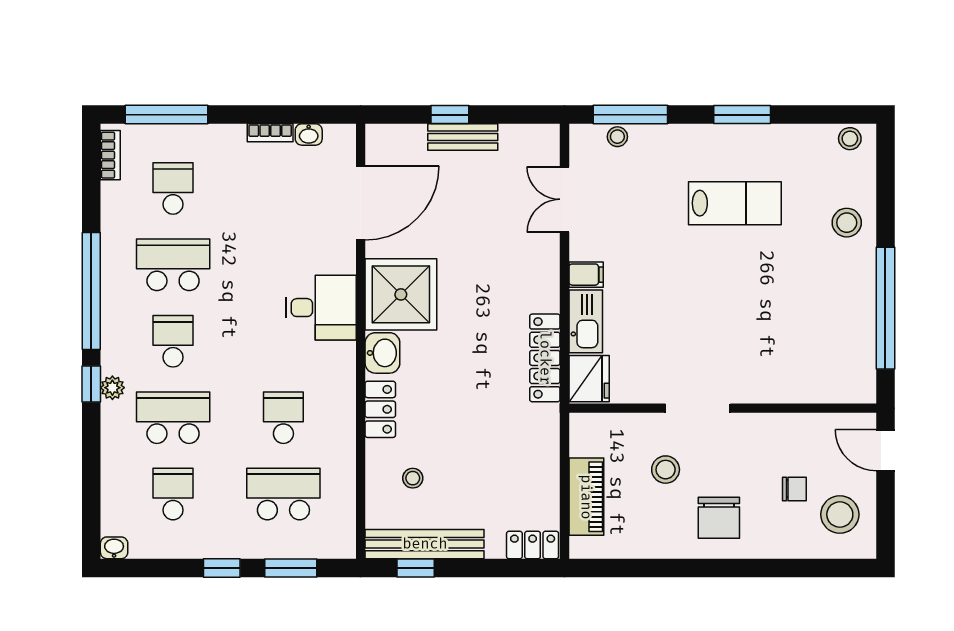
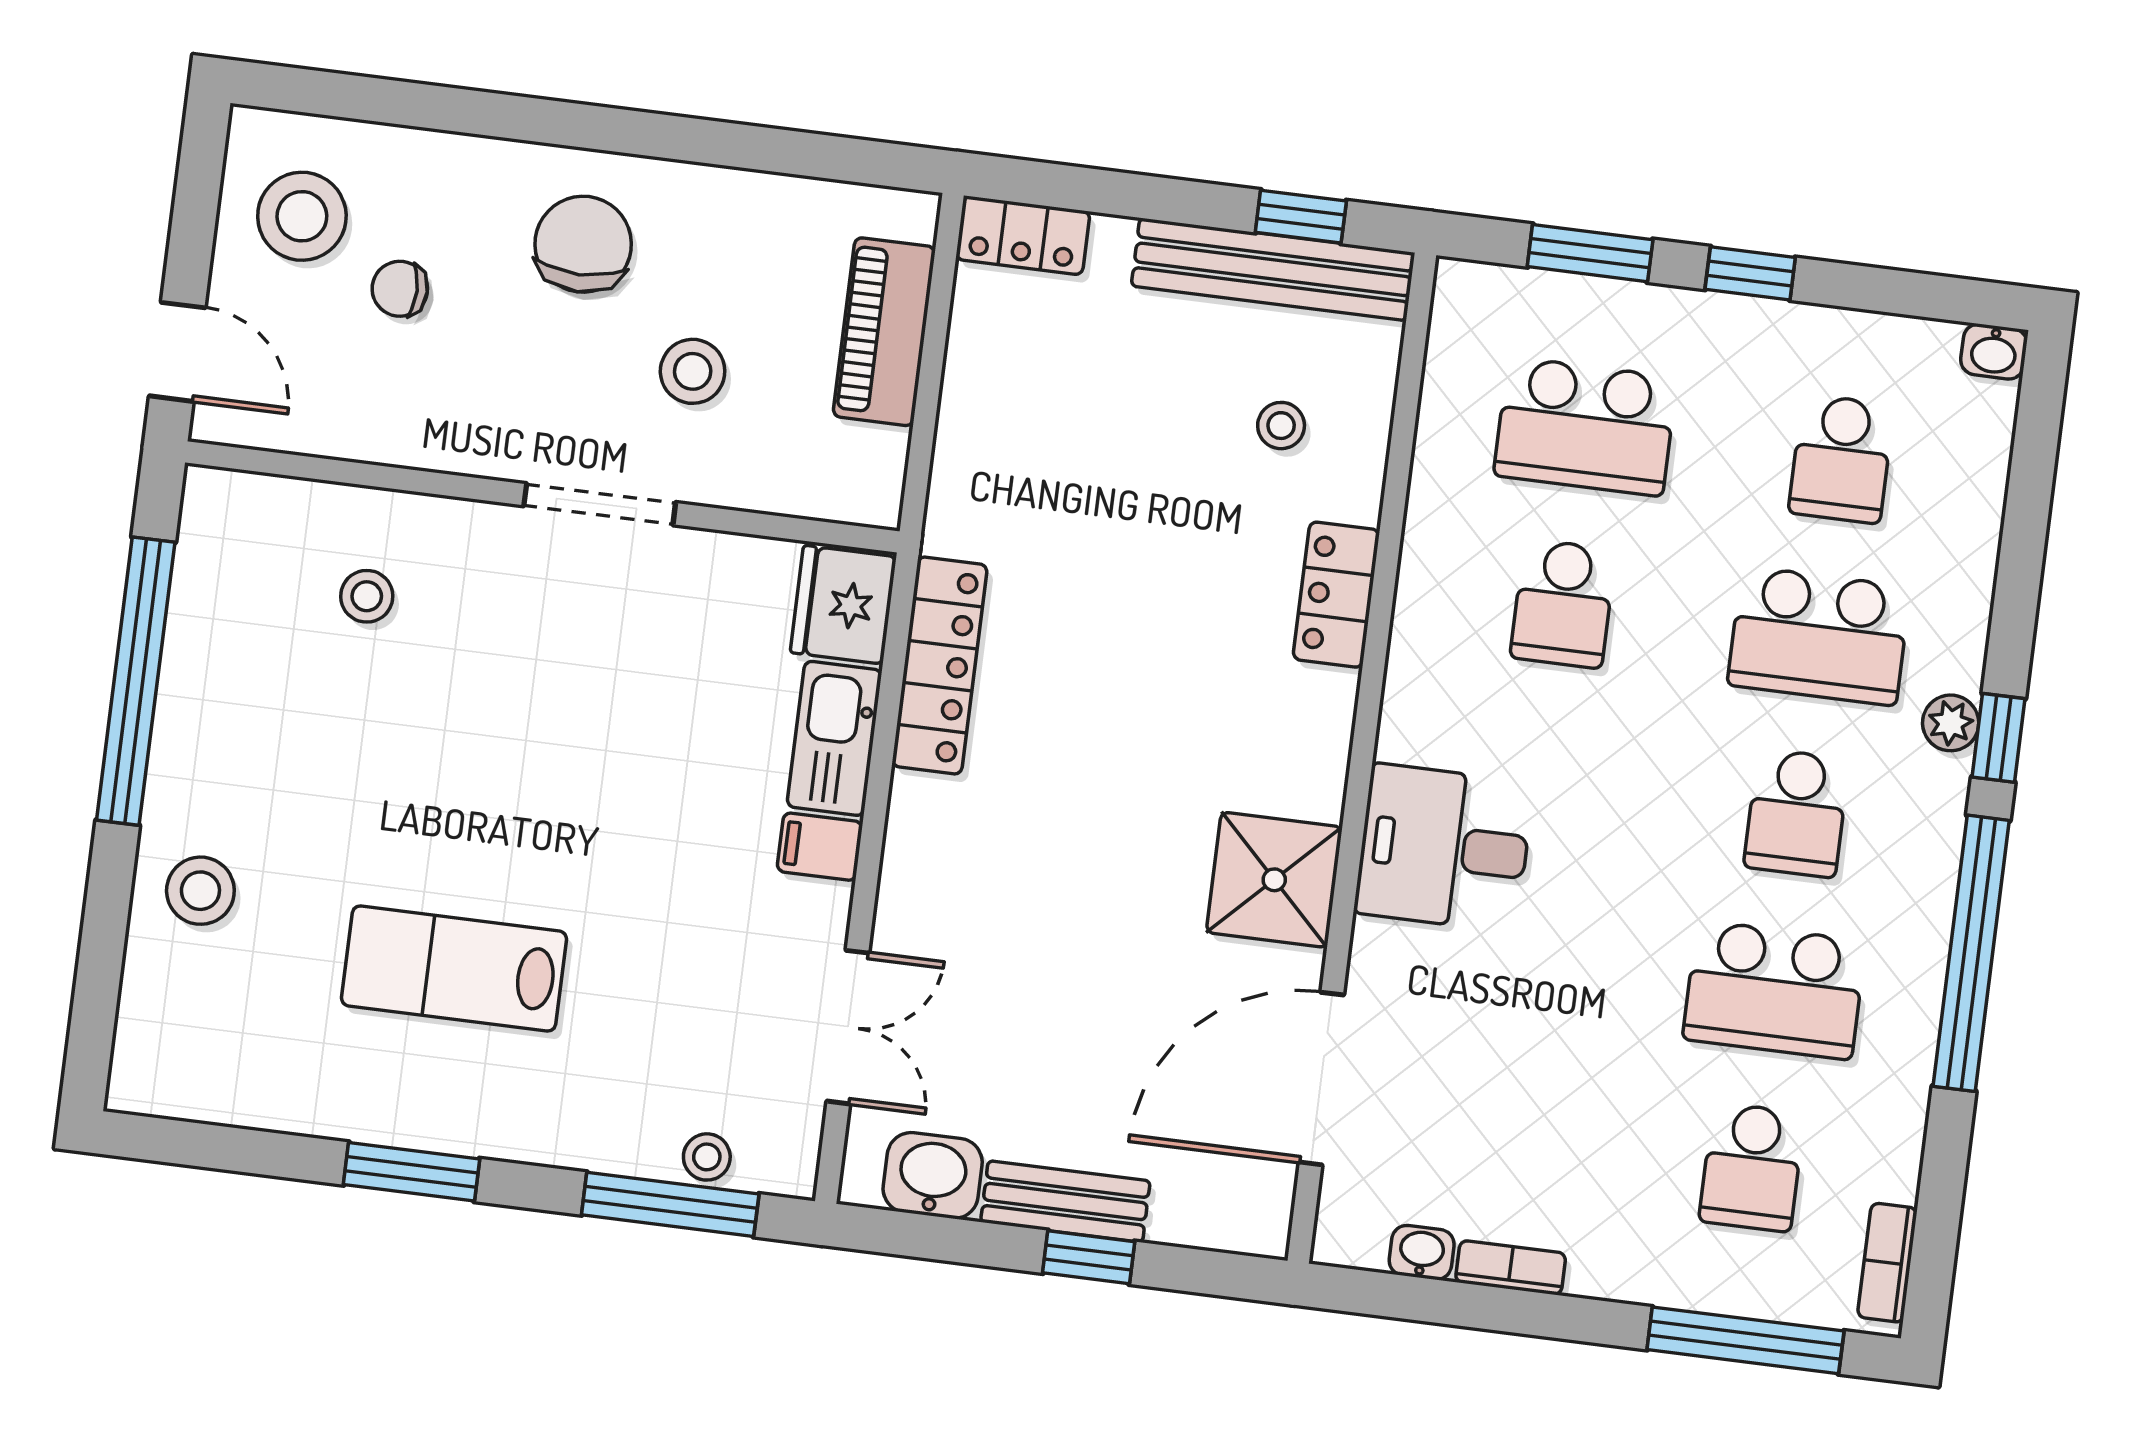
stool: (850, 139) -> (367, 596), moved
shower: (401, 294) -> (1274, 880), width x0.73, depth x0.73
washbasin: (382, 353) -> (933, 1175), moved, turned 90

